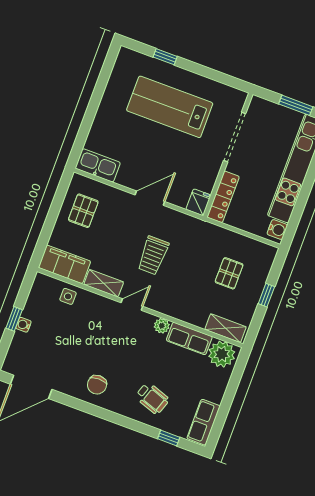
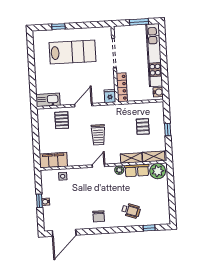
lab bench: (170, 107) -> (72, 52), turned 180
pallet: (83, 211) -> (62, 120), moved
shelving: (104, 283) -> (131, 158), moved
row of seats: (204, 422) -> (164, 211), removed

